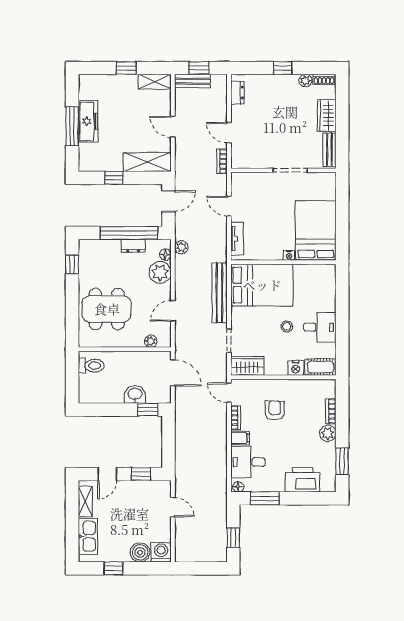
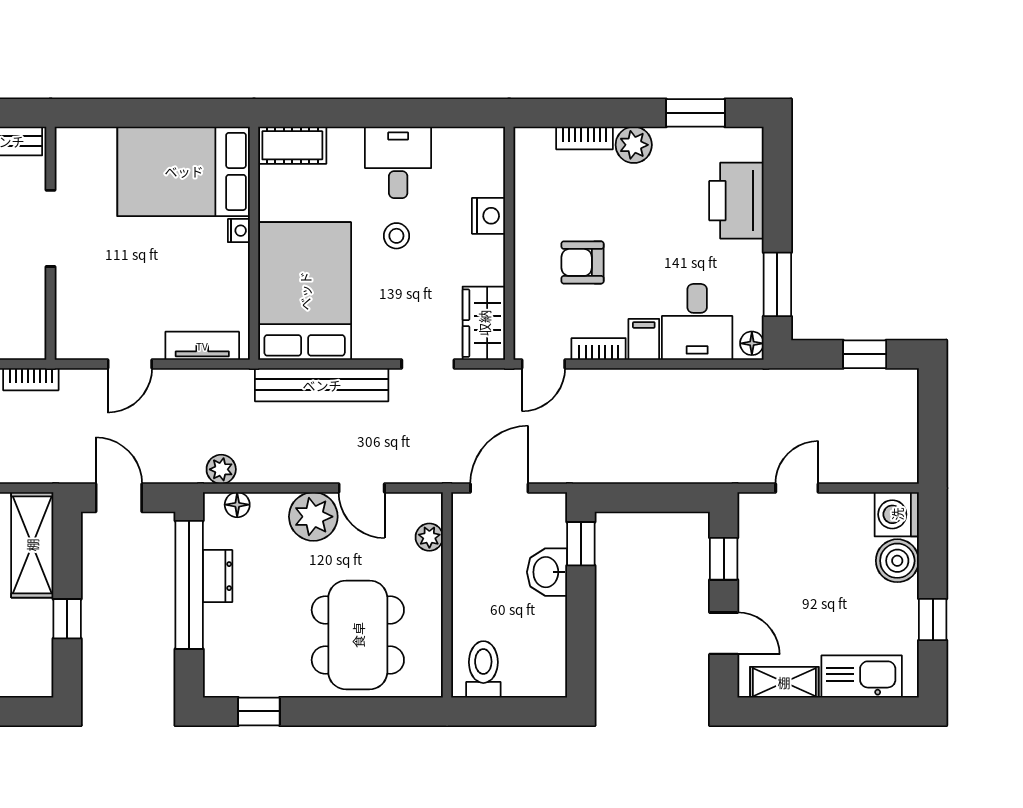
plant: (160, 272) -> (313, 517), moved
cot: (321, 367) -> (292, 145), moved, turned 90

